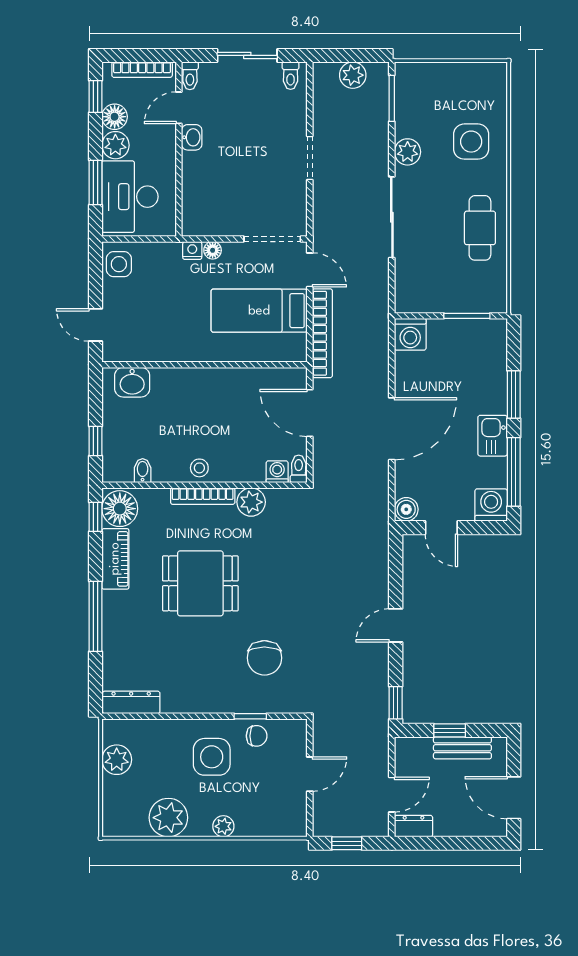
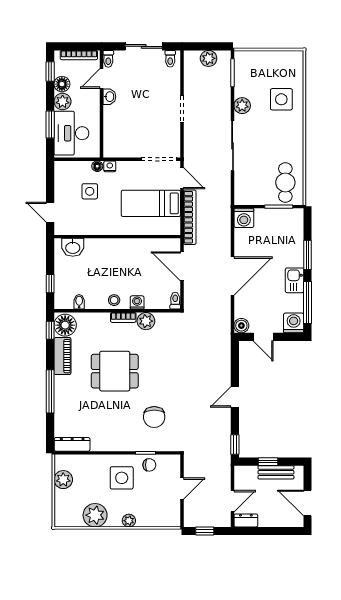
cafe table: (480, 228) -> (285, 182), moved
floor lamp: (213, 250) -> (97, 166), moved
side table: (119, 264) -> (90, 191), moved
washing machine: (277, 472) -> (137, 302), moved
bookcase: (203, 496) -> (123, 317), width x0.64

